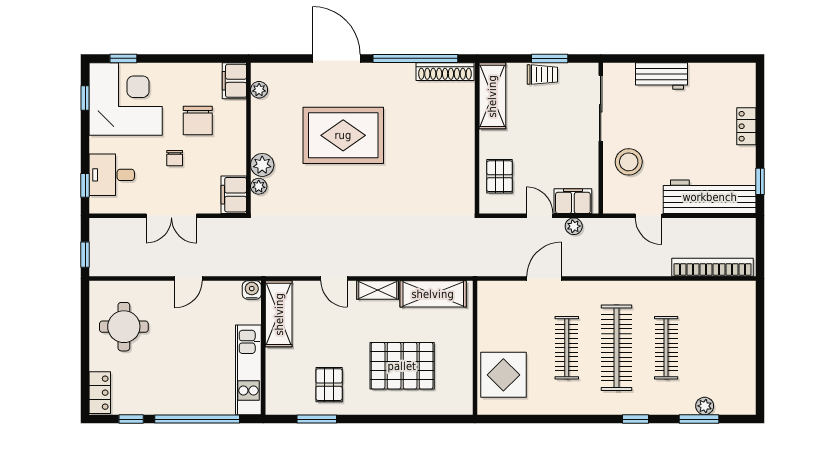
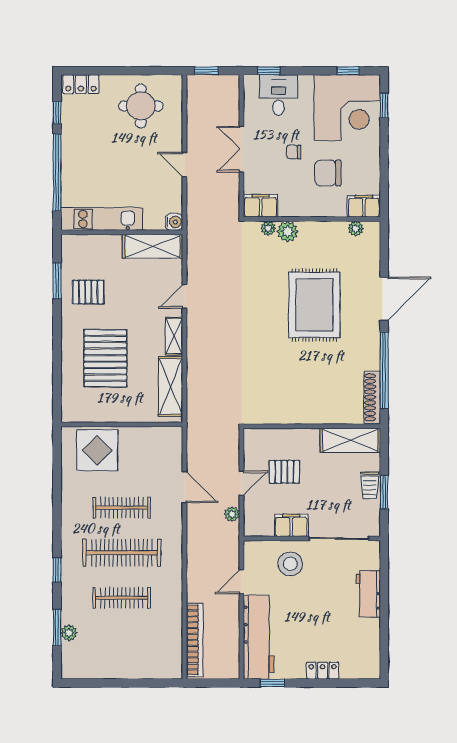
pallet: (500, 176) -> (284, 472), moved
filing cabinet: (573, 201) -> (291, 525), moved, turned -90

